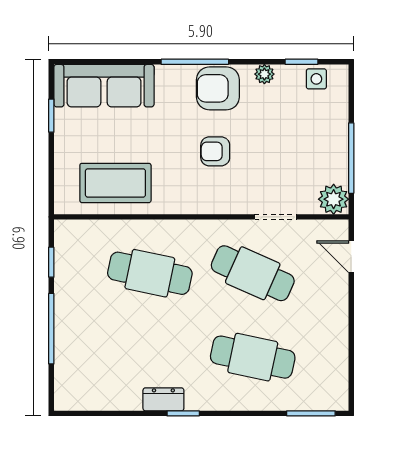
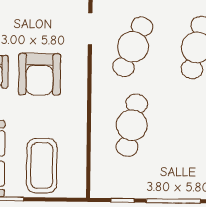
armchair: (215, 151) -> (40, 74), width x1.88, depth x1.88
coffee table: (115, 183) -> (42, 166), moved

